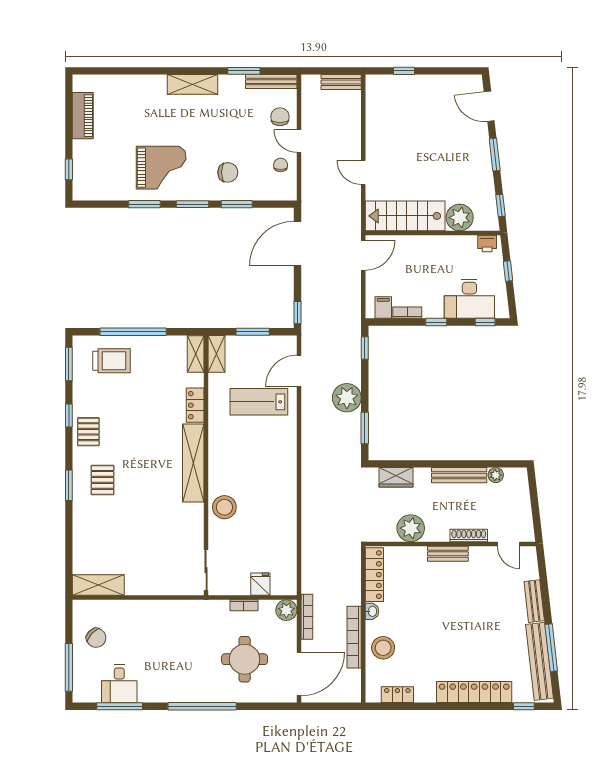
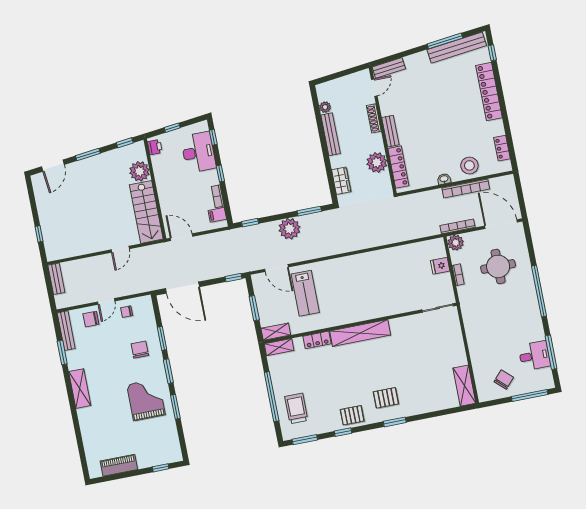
stool: (224, 507) -> (388, 303), removed
locker: (374, 575) -> (398, 167), moved, turned 90
bench: (534, 601) -> (389, 68), moved

